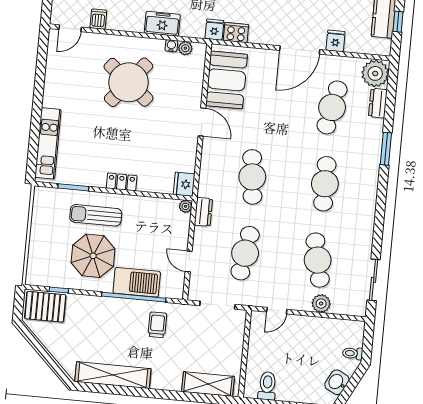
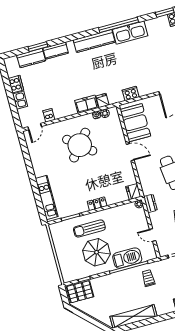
fridge: (214, 30) -> (103, 101), moved

